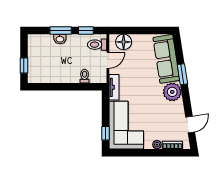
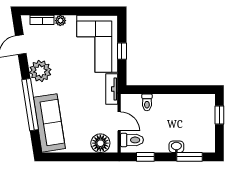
window: (61, 30) -> (189, 157), moved
door: (108, 60) -> (119, 121), swing flipped
window: (182, 74) -> (30, 105), width x2.11
plant: (172, 92) -> (40, 71), moved
window: (105, 133) -> (122, 51), moved

